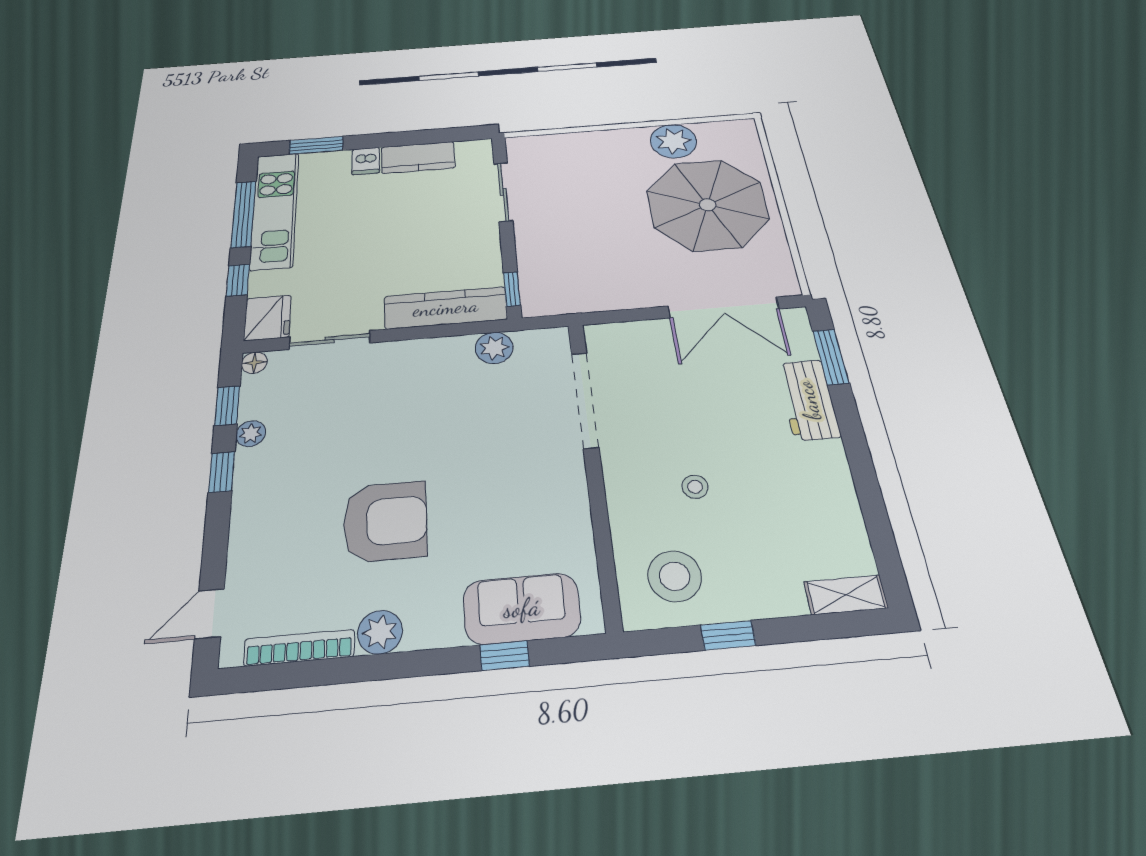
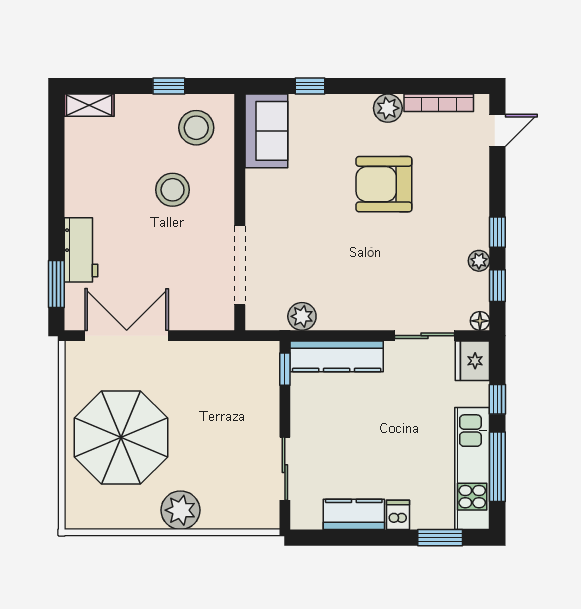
plant: (673, 141) -> (180, 510), moved
stool: (695, 487) -> (173, 190), width x1.89, depth x1.89
sofa: (522, 608) -> (266, 131), moved, turned -90

